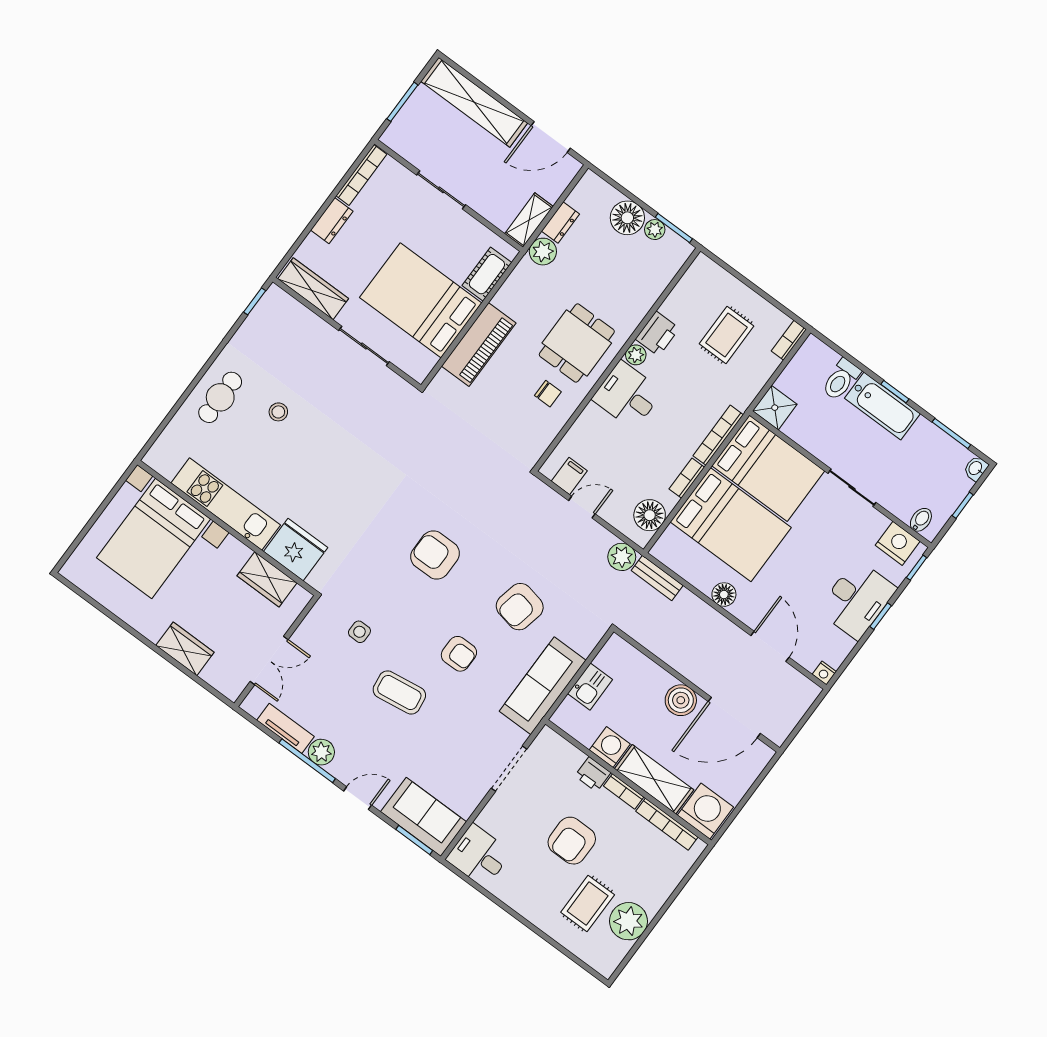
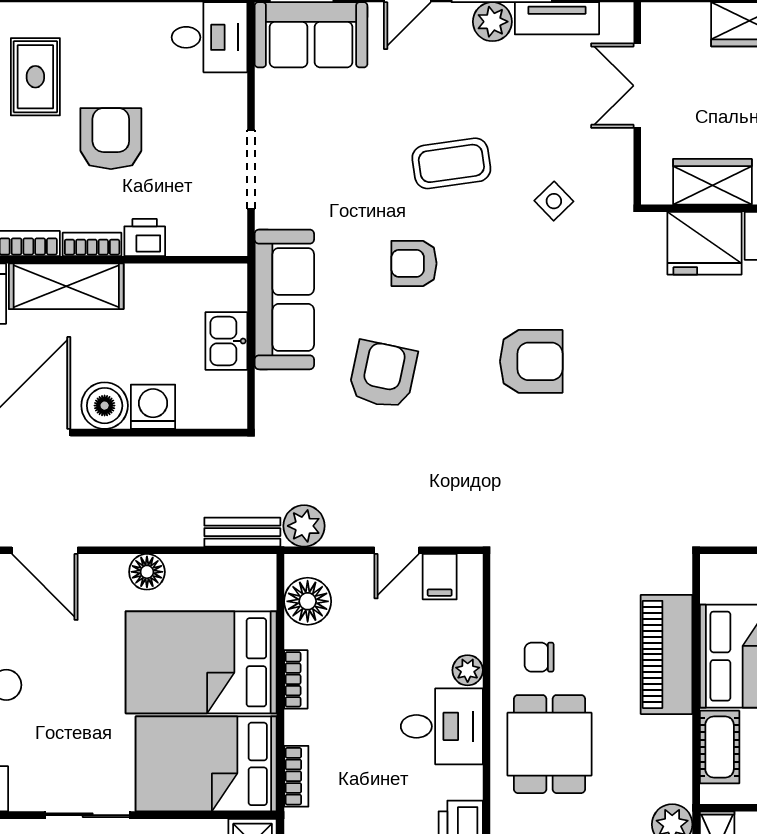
plant: (636, 355) -> (468, 670), moved
bookcase: (718, 435) -> (296, 776), width x0.64
side table: (359, 632) -> (554, 201), turned 45
washing machine: (610, 747) -> (153, 407), moved, turned 180

